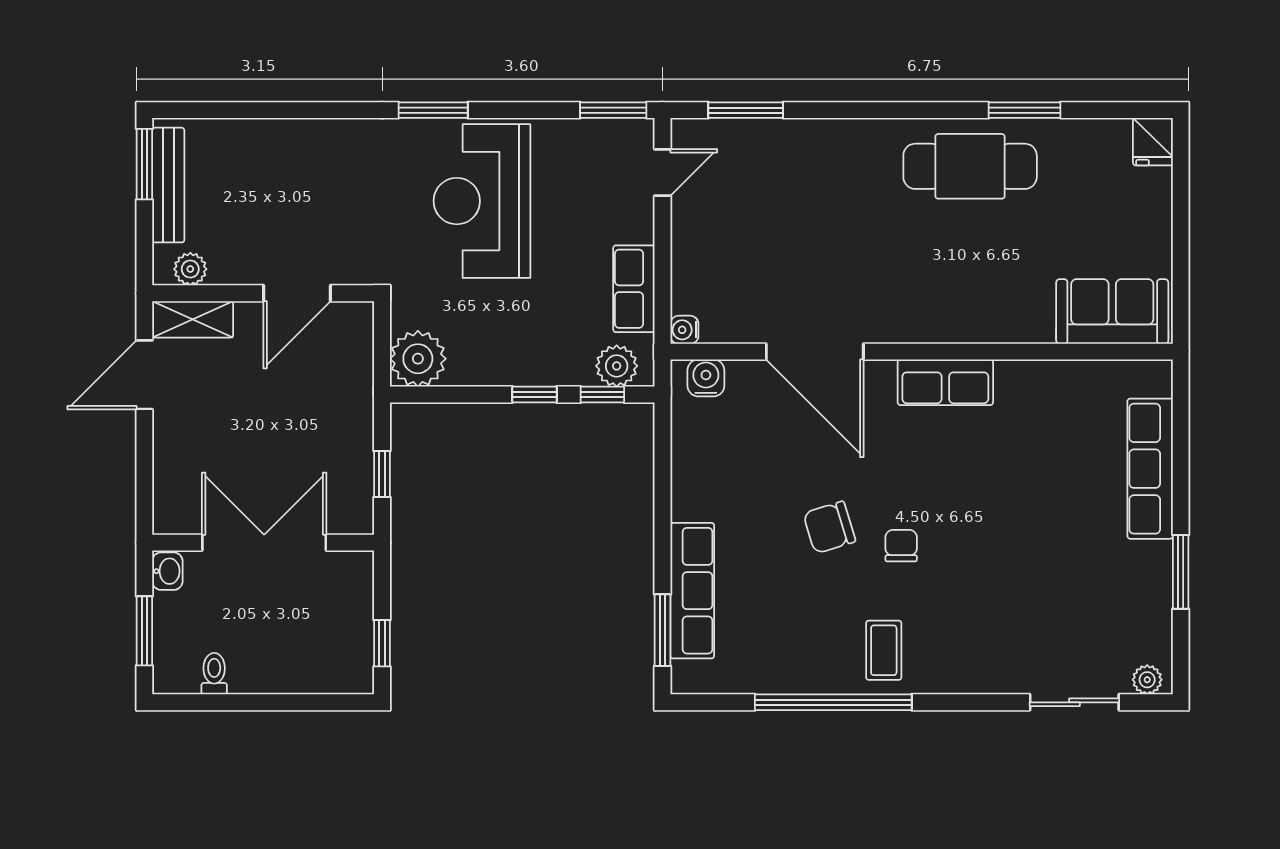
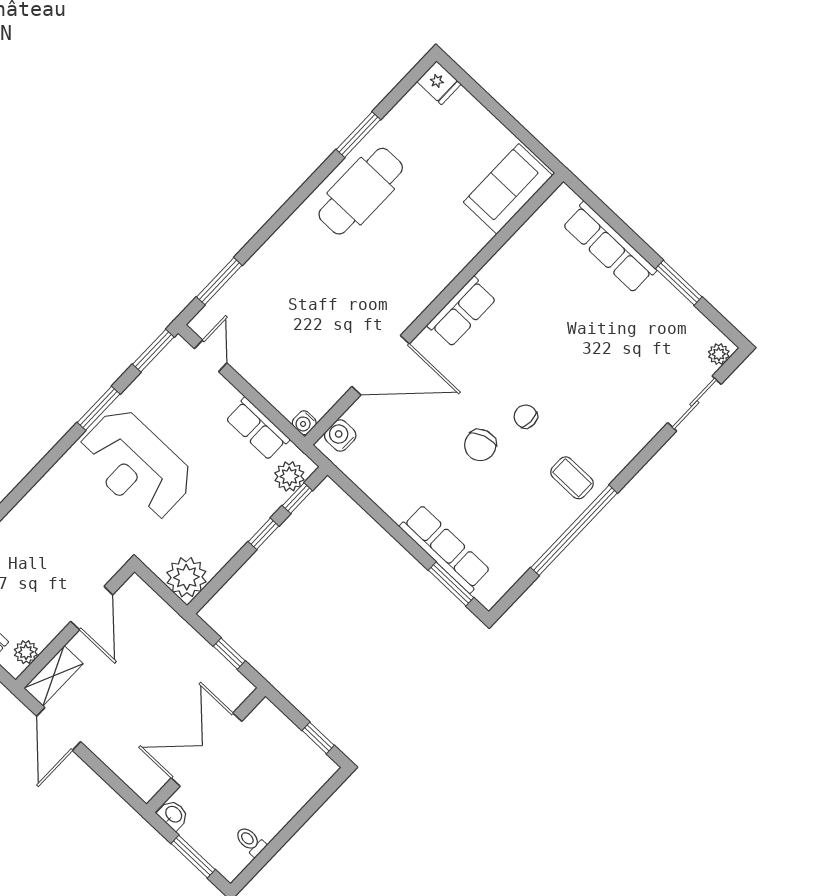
window: (433, 110) -> (99, 408), moved

